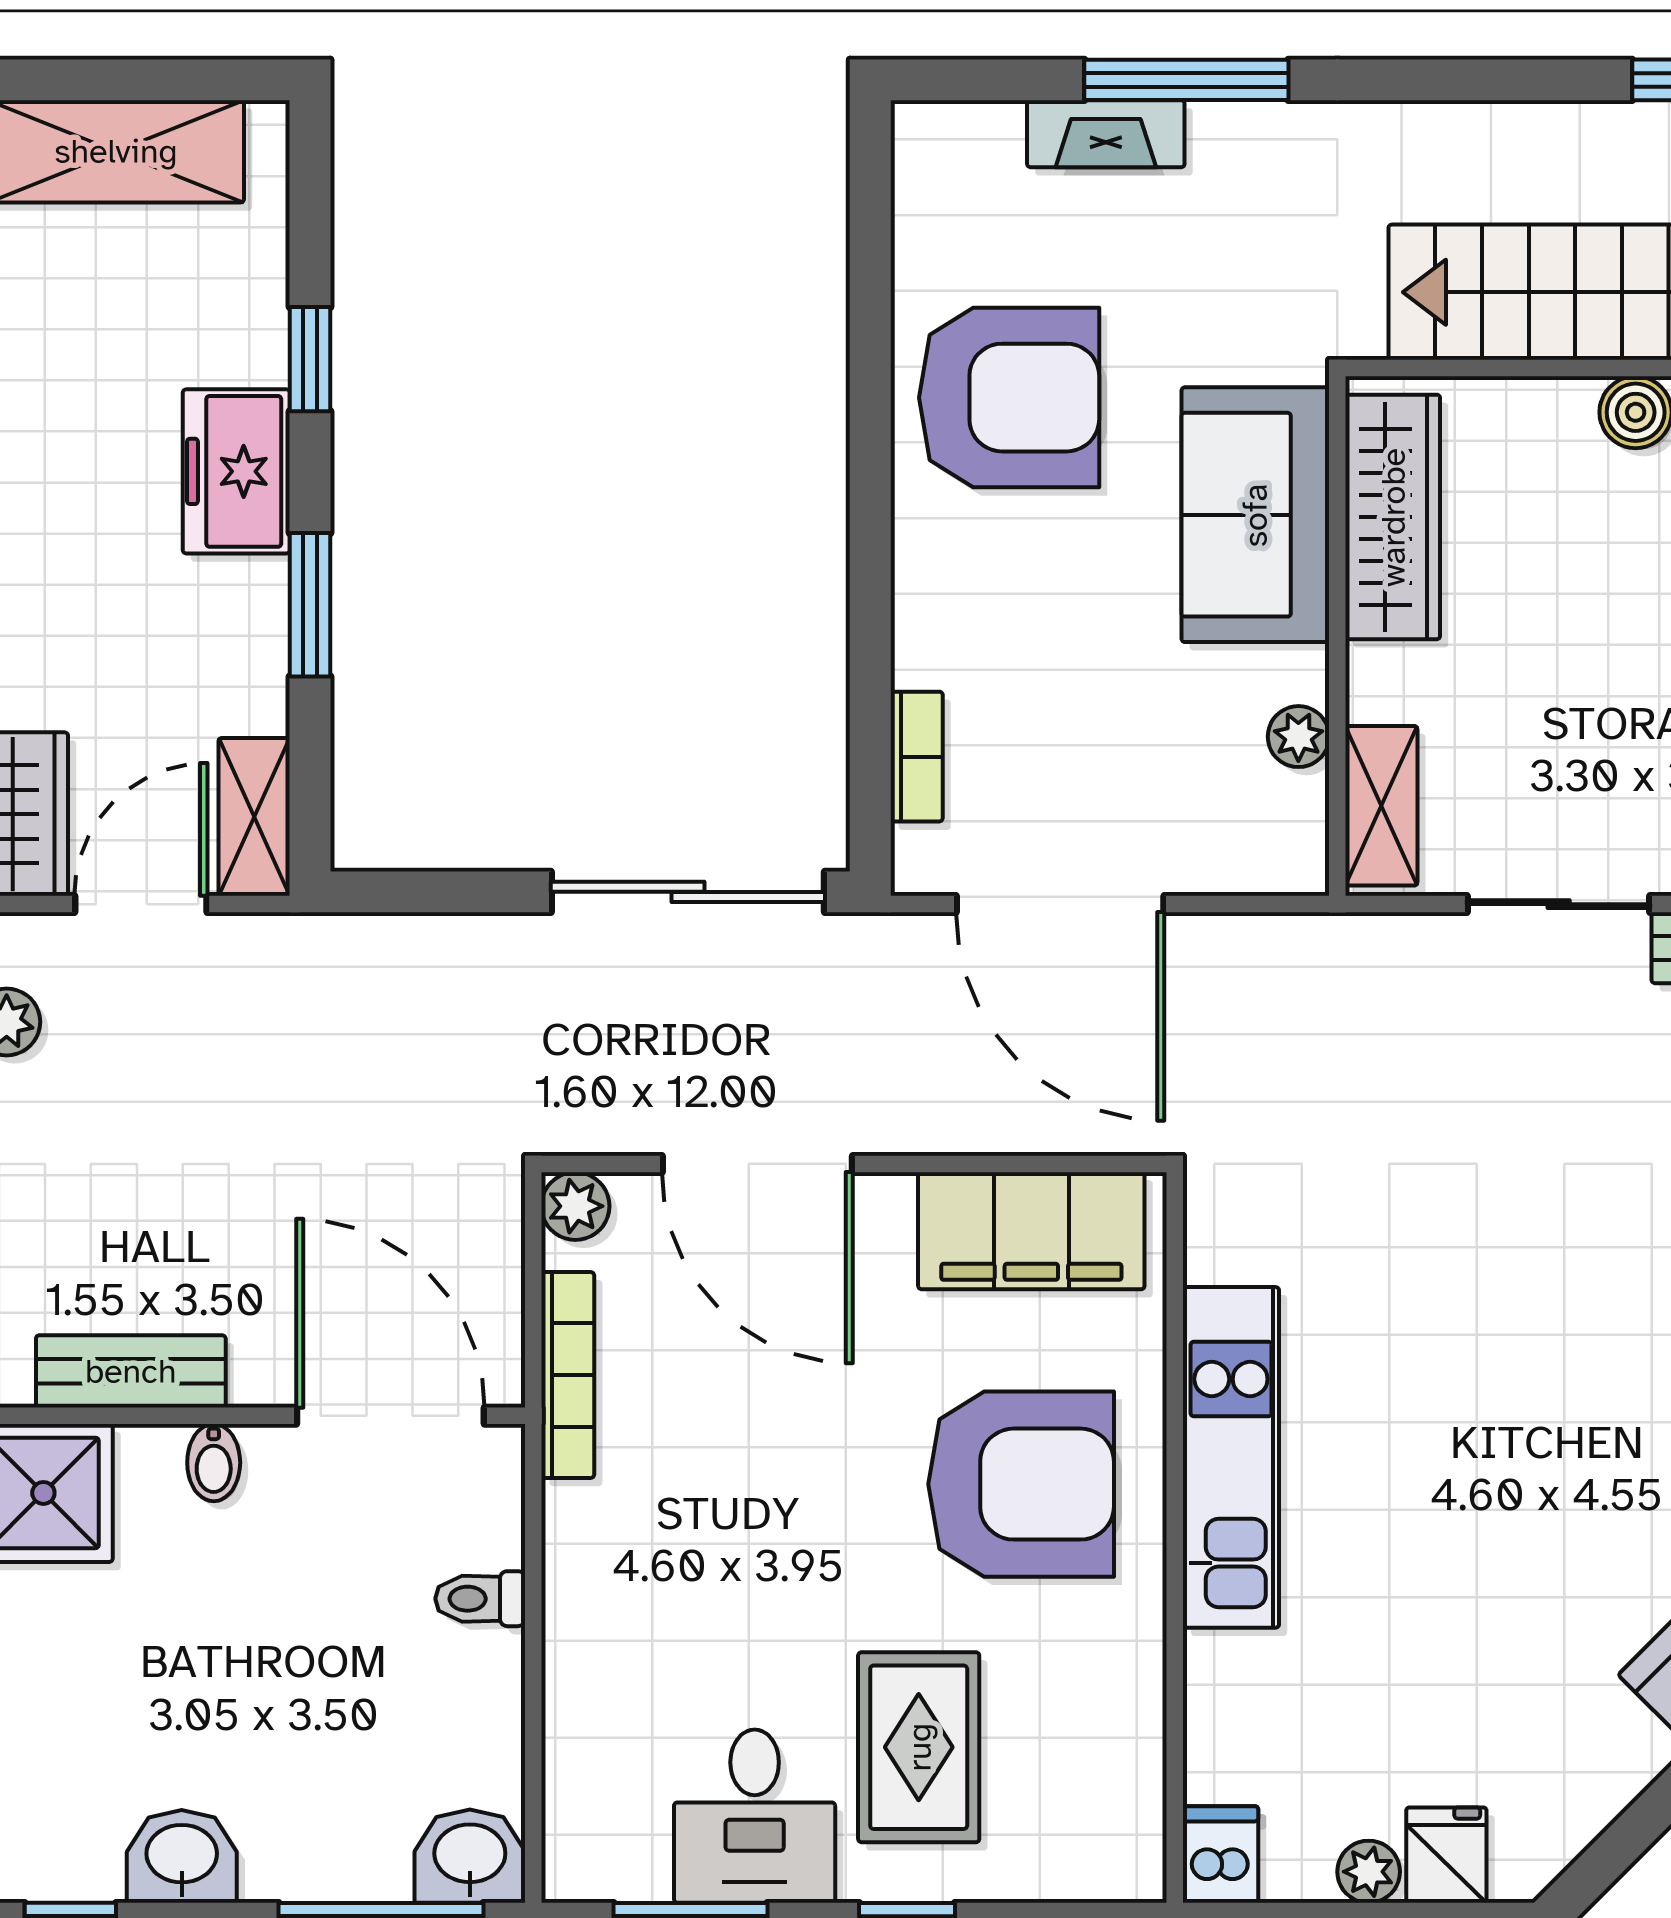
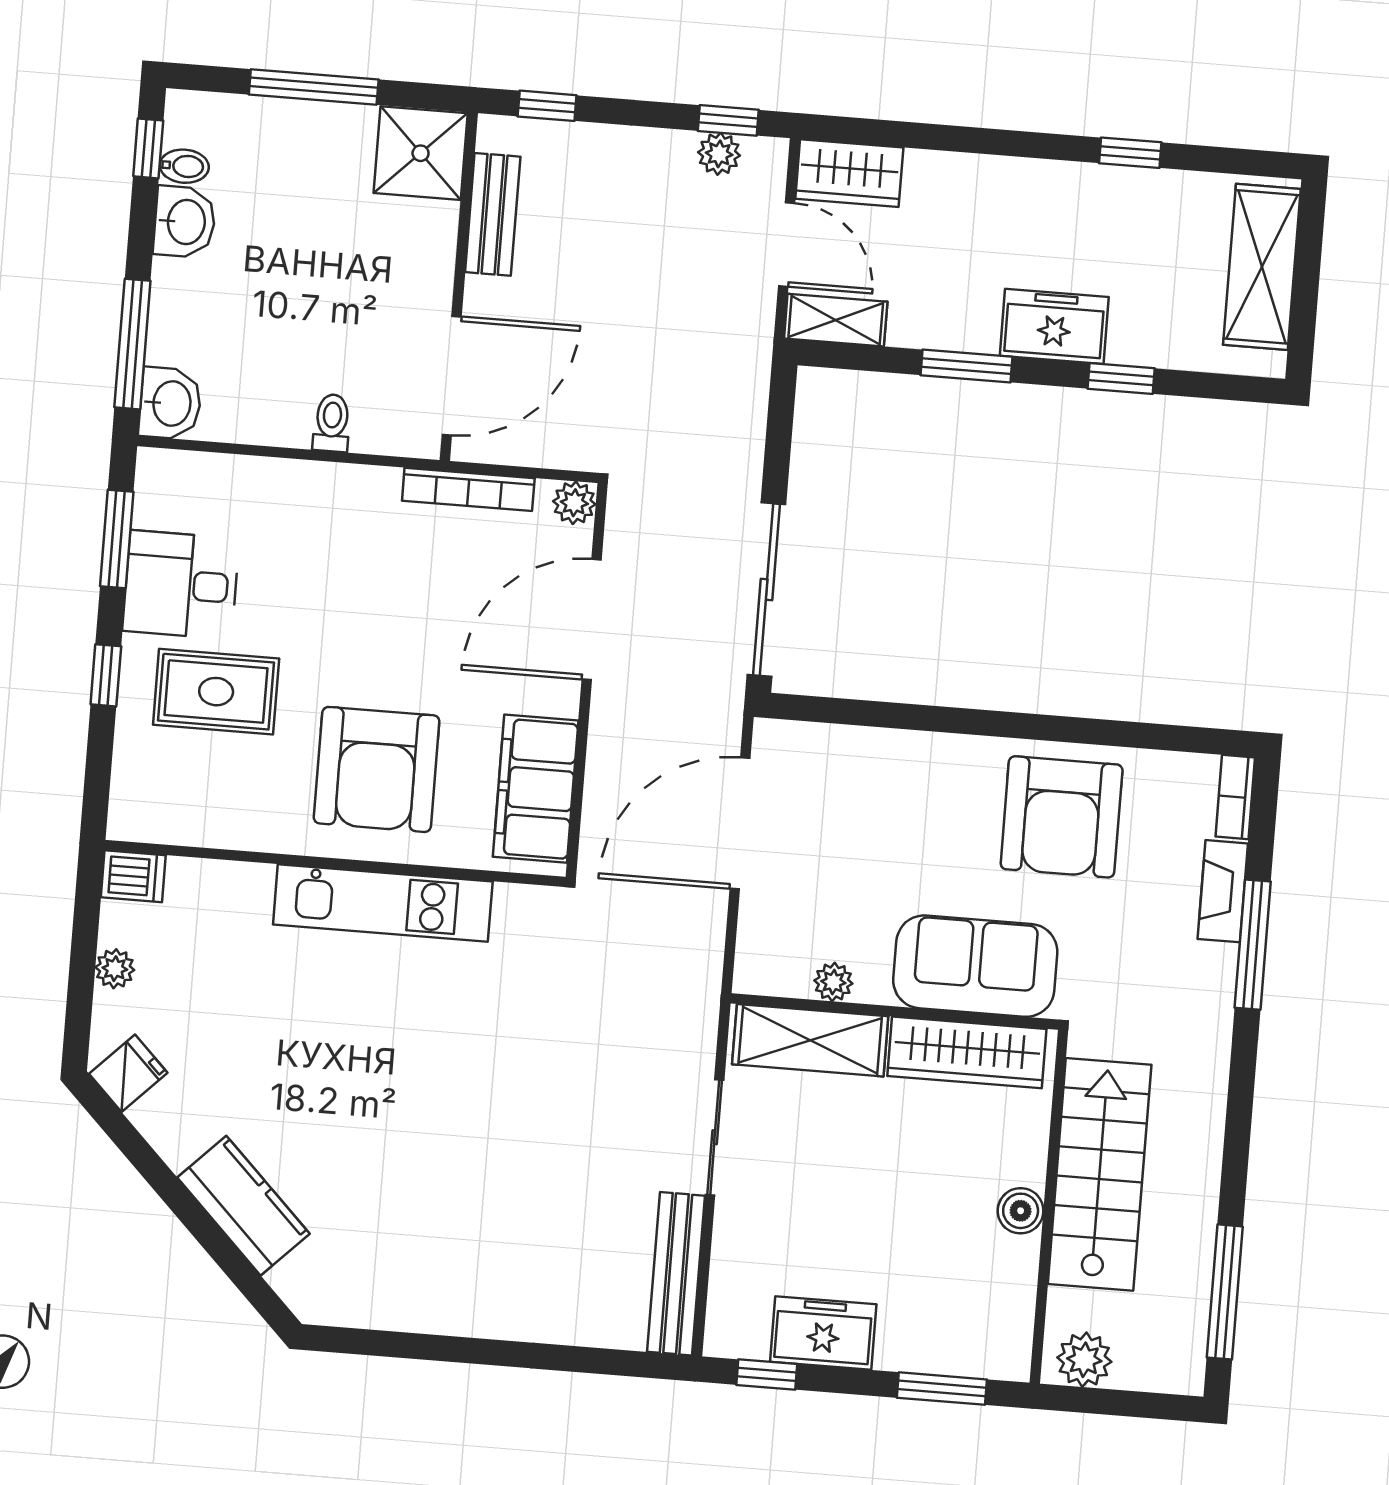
bookcase: (917, 757) -> (1235, 797), moved, turned 90
shelving: (1381, 806) -> (810, 1040), width x1.50, depth x1.33
bidet: (214, 1463) -> (184, 166), moved, turned 180
fridge: (1446, 1855) -> (128, 1073), moved, turned -45

